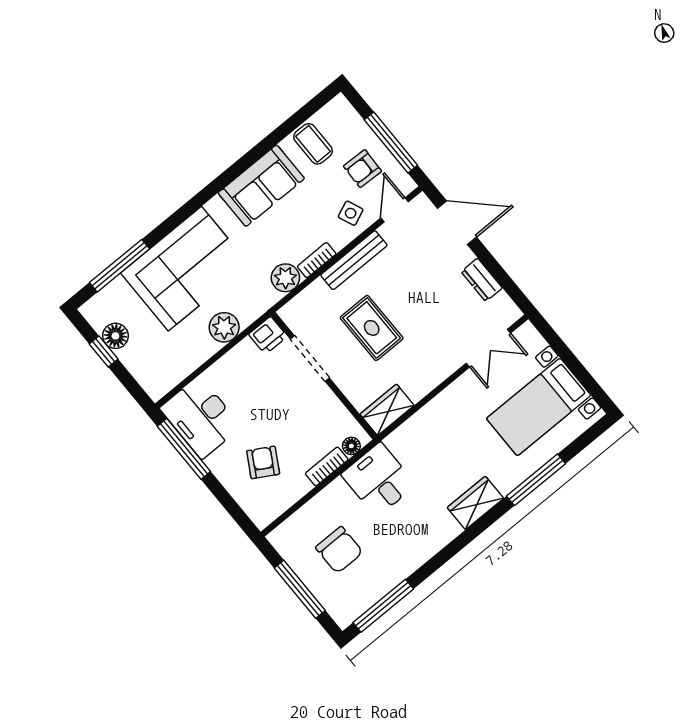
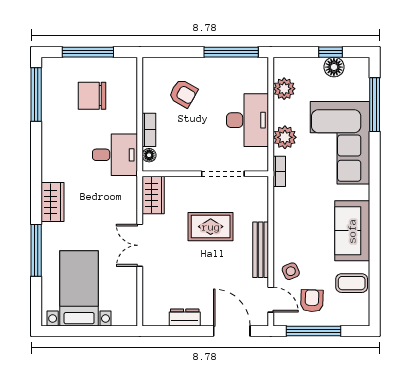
door: (457, 223) -> (232, 331), swing flipped
bookcase: (317, 260) -> (279, 171), moved
plant: (285, 278) -> (284, 89), moved
printer: (268, 335) -> (258, 160), removed
double door: (488, 348) -> (140, 245), moved
desk: (201, 417) -> (248, 120), moved, turned 90

